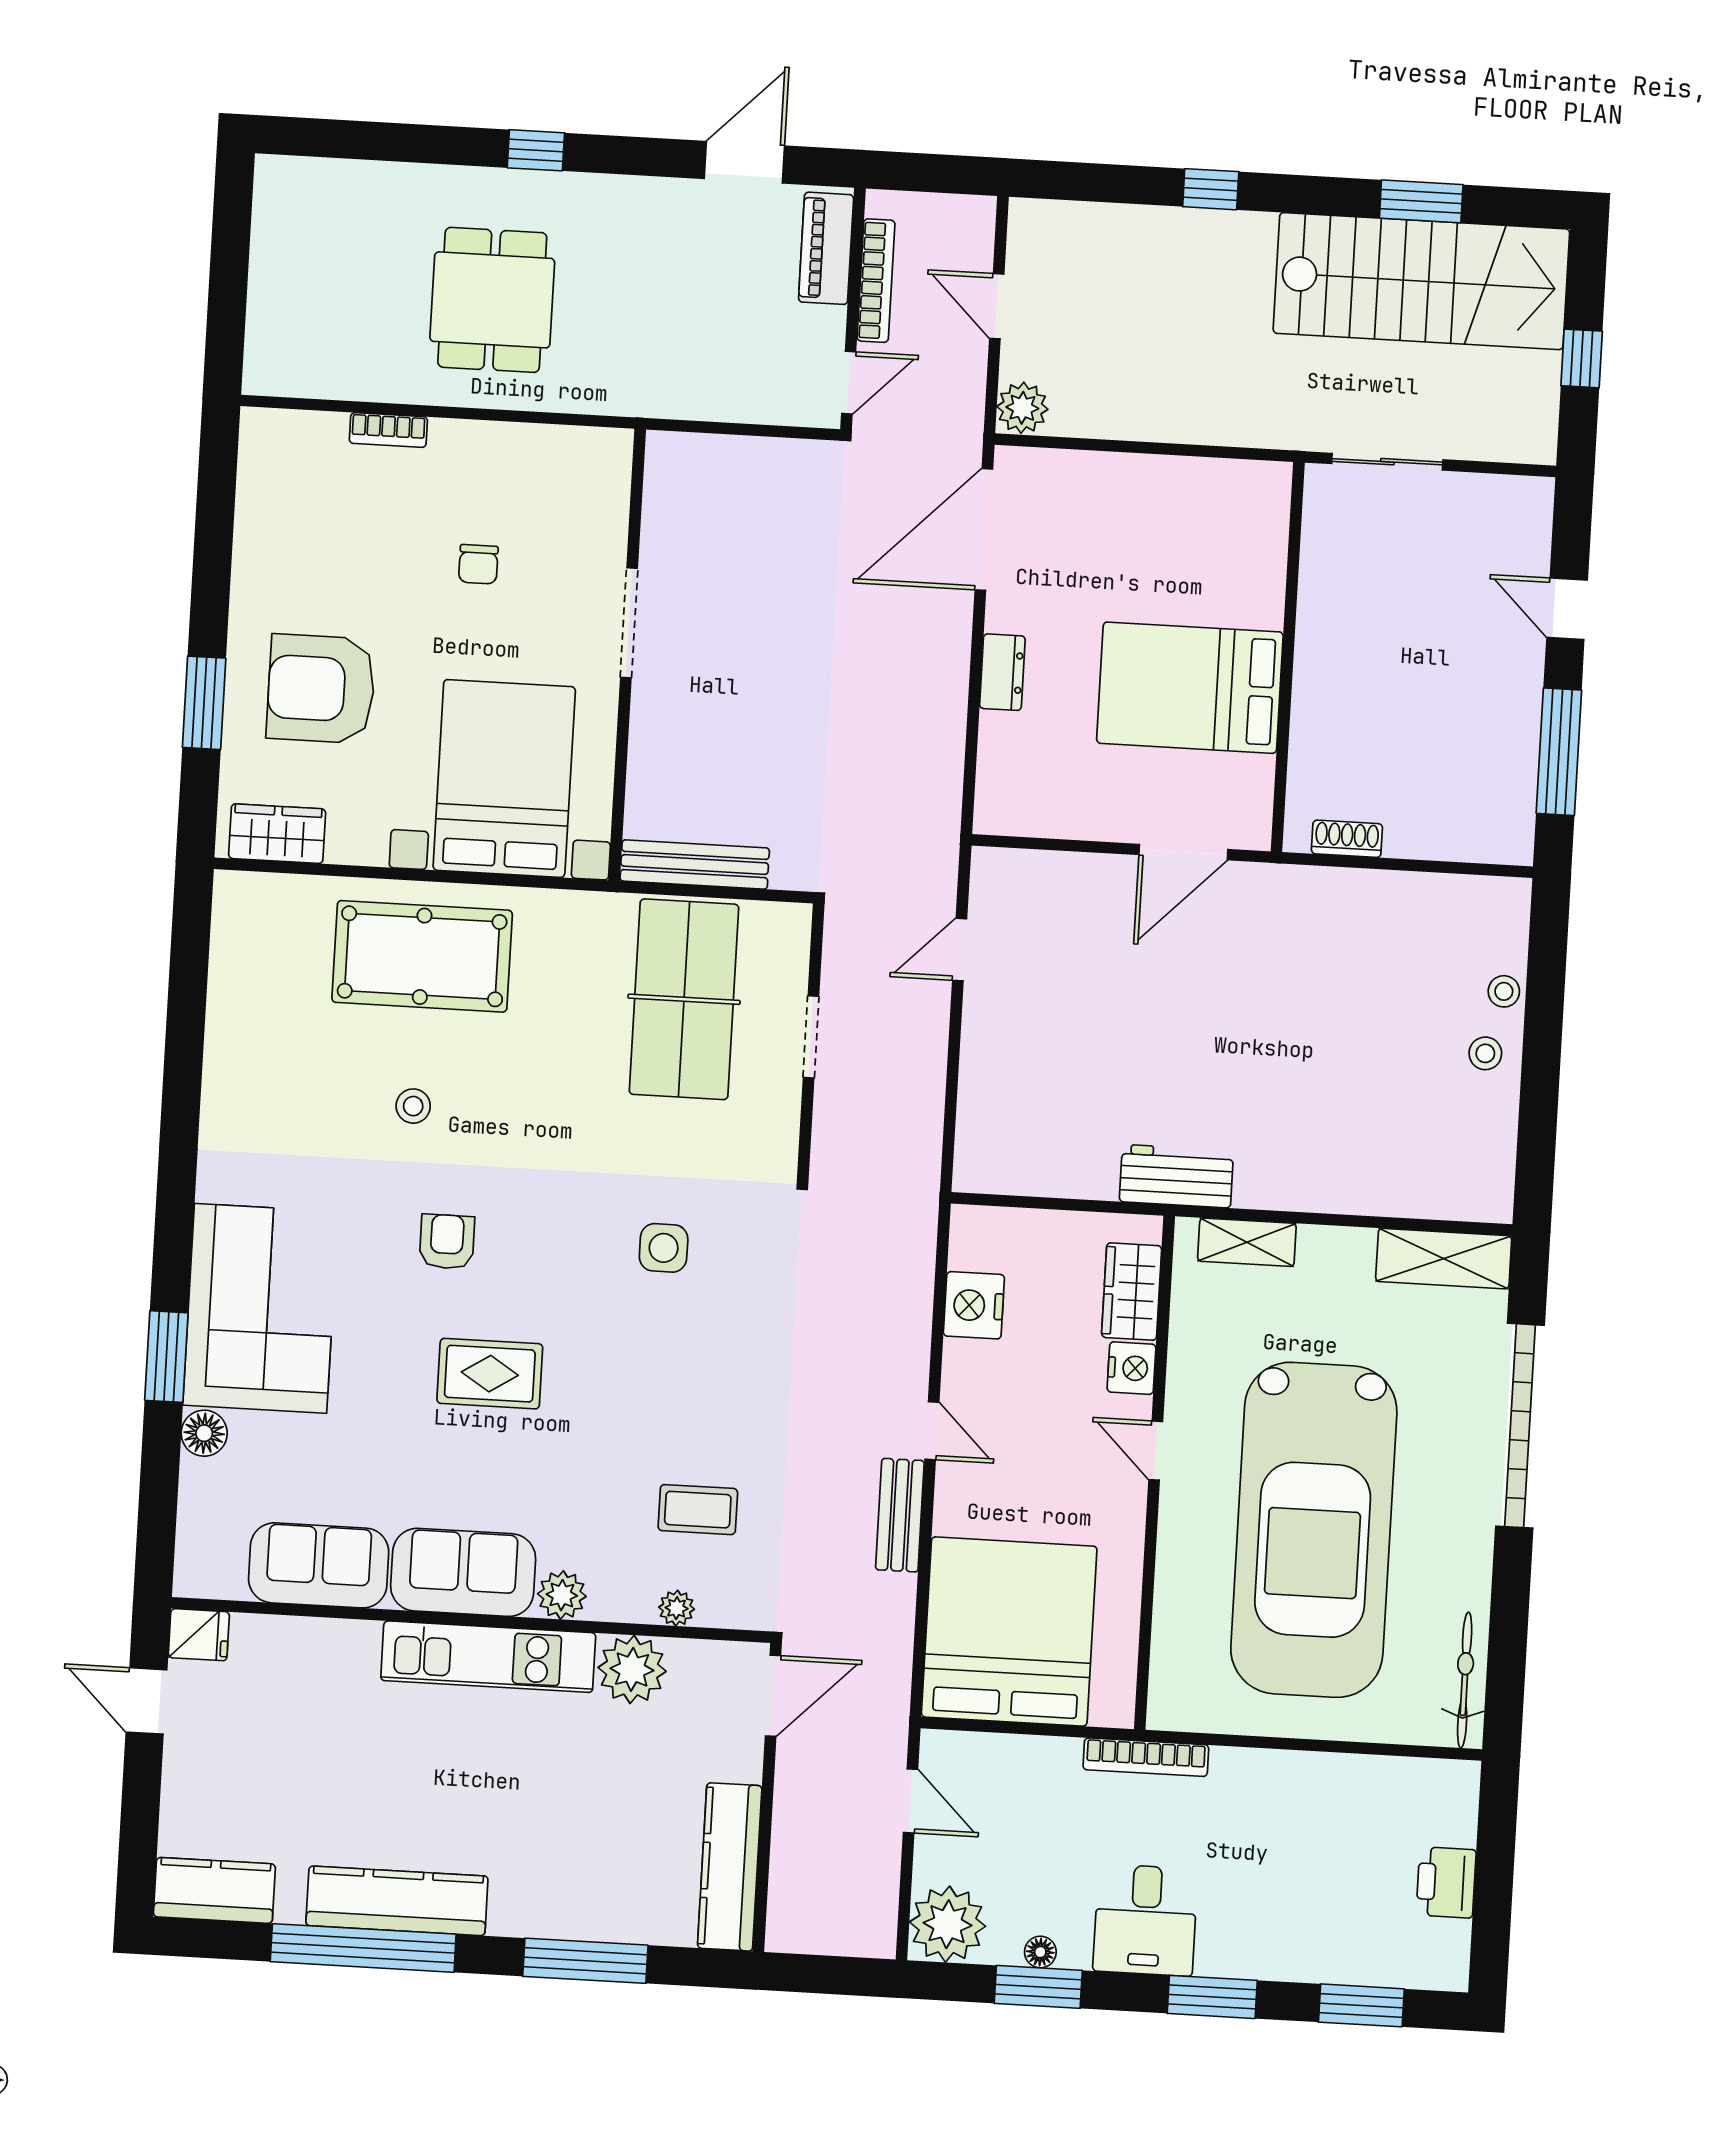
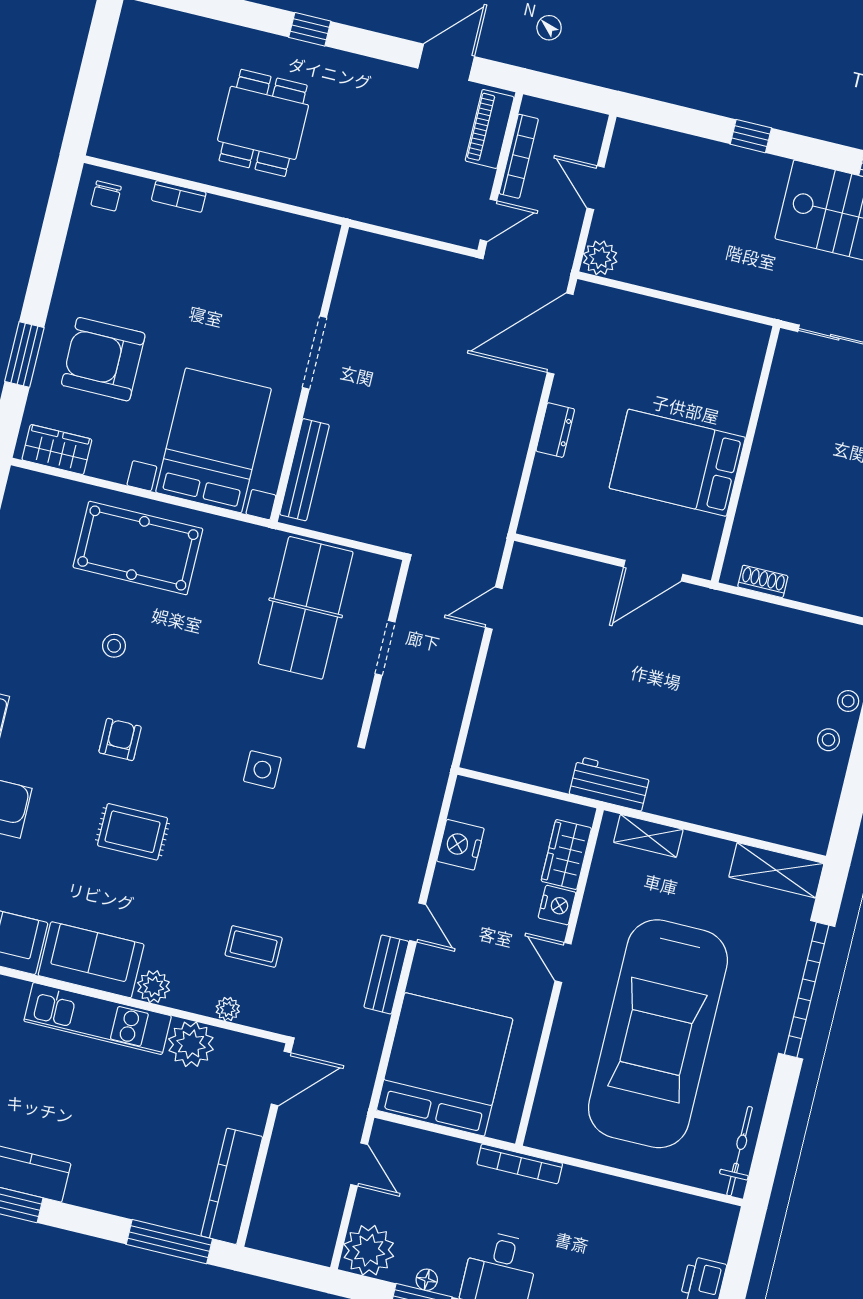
chair: (478, 564) -> (106, 196), moved
bench: (695, 864) -> (304, 470), moved, turned 90
window: (585, 1961) -> (169, 1242), moved

